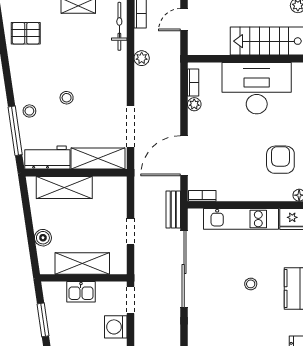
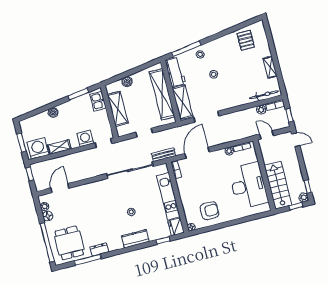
door: (184, 20) -> (267, 135), moved
plant: (142, 58) -> (261, 110), moved
door: (184, 156) -> (197, 153), hinge flipped
shelving: (64, 187) -> (162, 94), width x1.47
kitchen sink: (81, 292) -> (98, 101), moved

